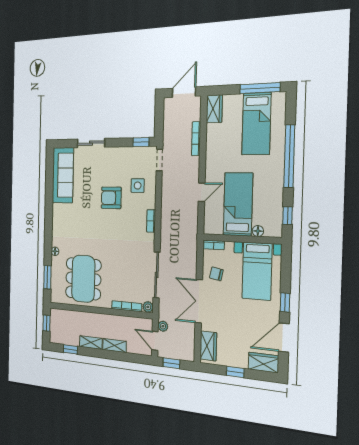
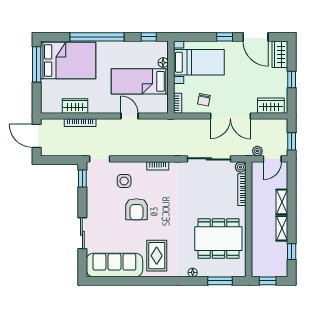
wardrobe: (214, 109) -> (75, 106), moved
bed: (256, 124) -> (68, 60), width x1.50
rug: (70, 217) -> (157, 256), added

